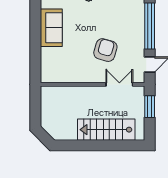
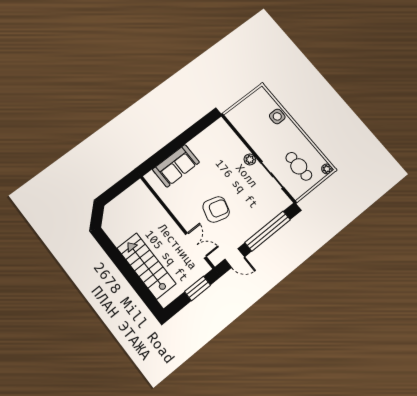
sofa: (51, 28) -> (176, 166), moved

